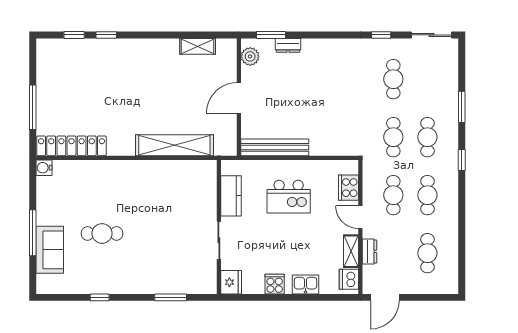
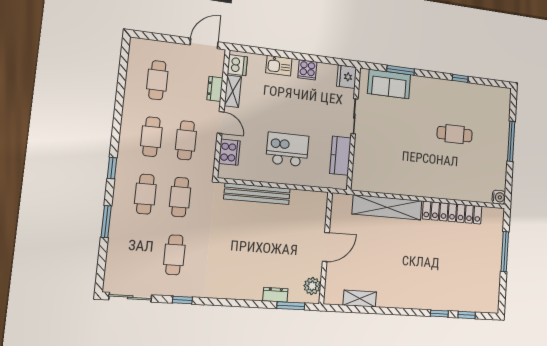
locker: (71, 146) -> (452, 213), moved
bench: (275, 147) -> (257, 194), moved
sofa: (50, 250) -> (389, 84), moved, turned -90

